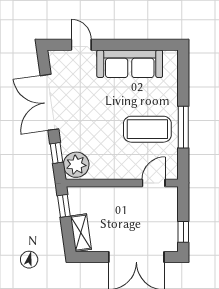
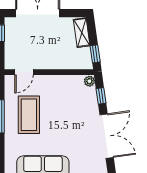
coffee table: (147, 129) -> (29, 115), turned 90
plant: (76, 165) -> (89, 81), width x0.53, depth x0.53

